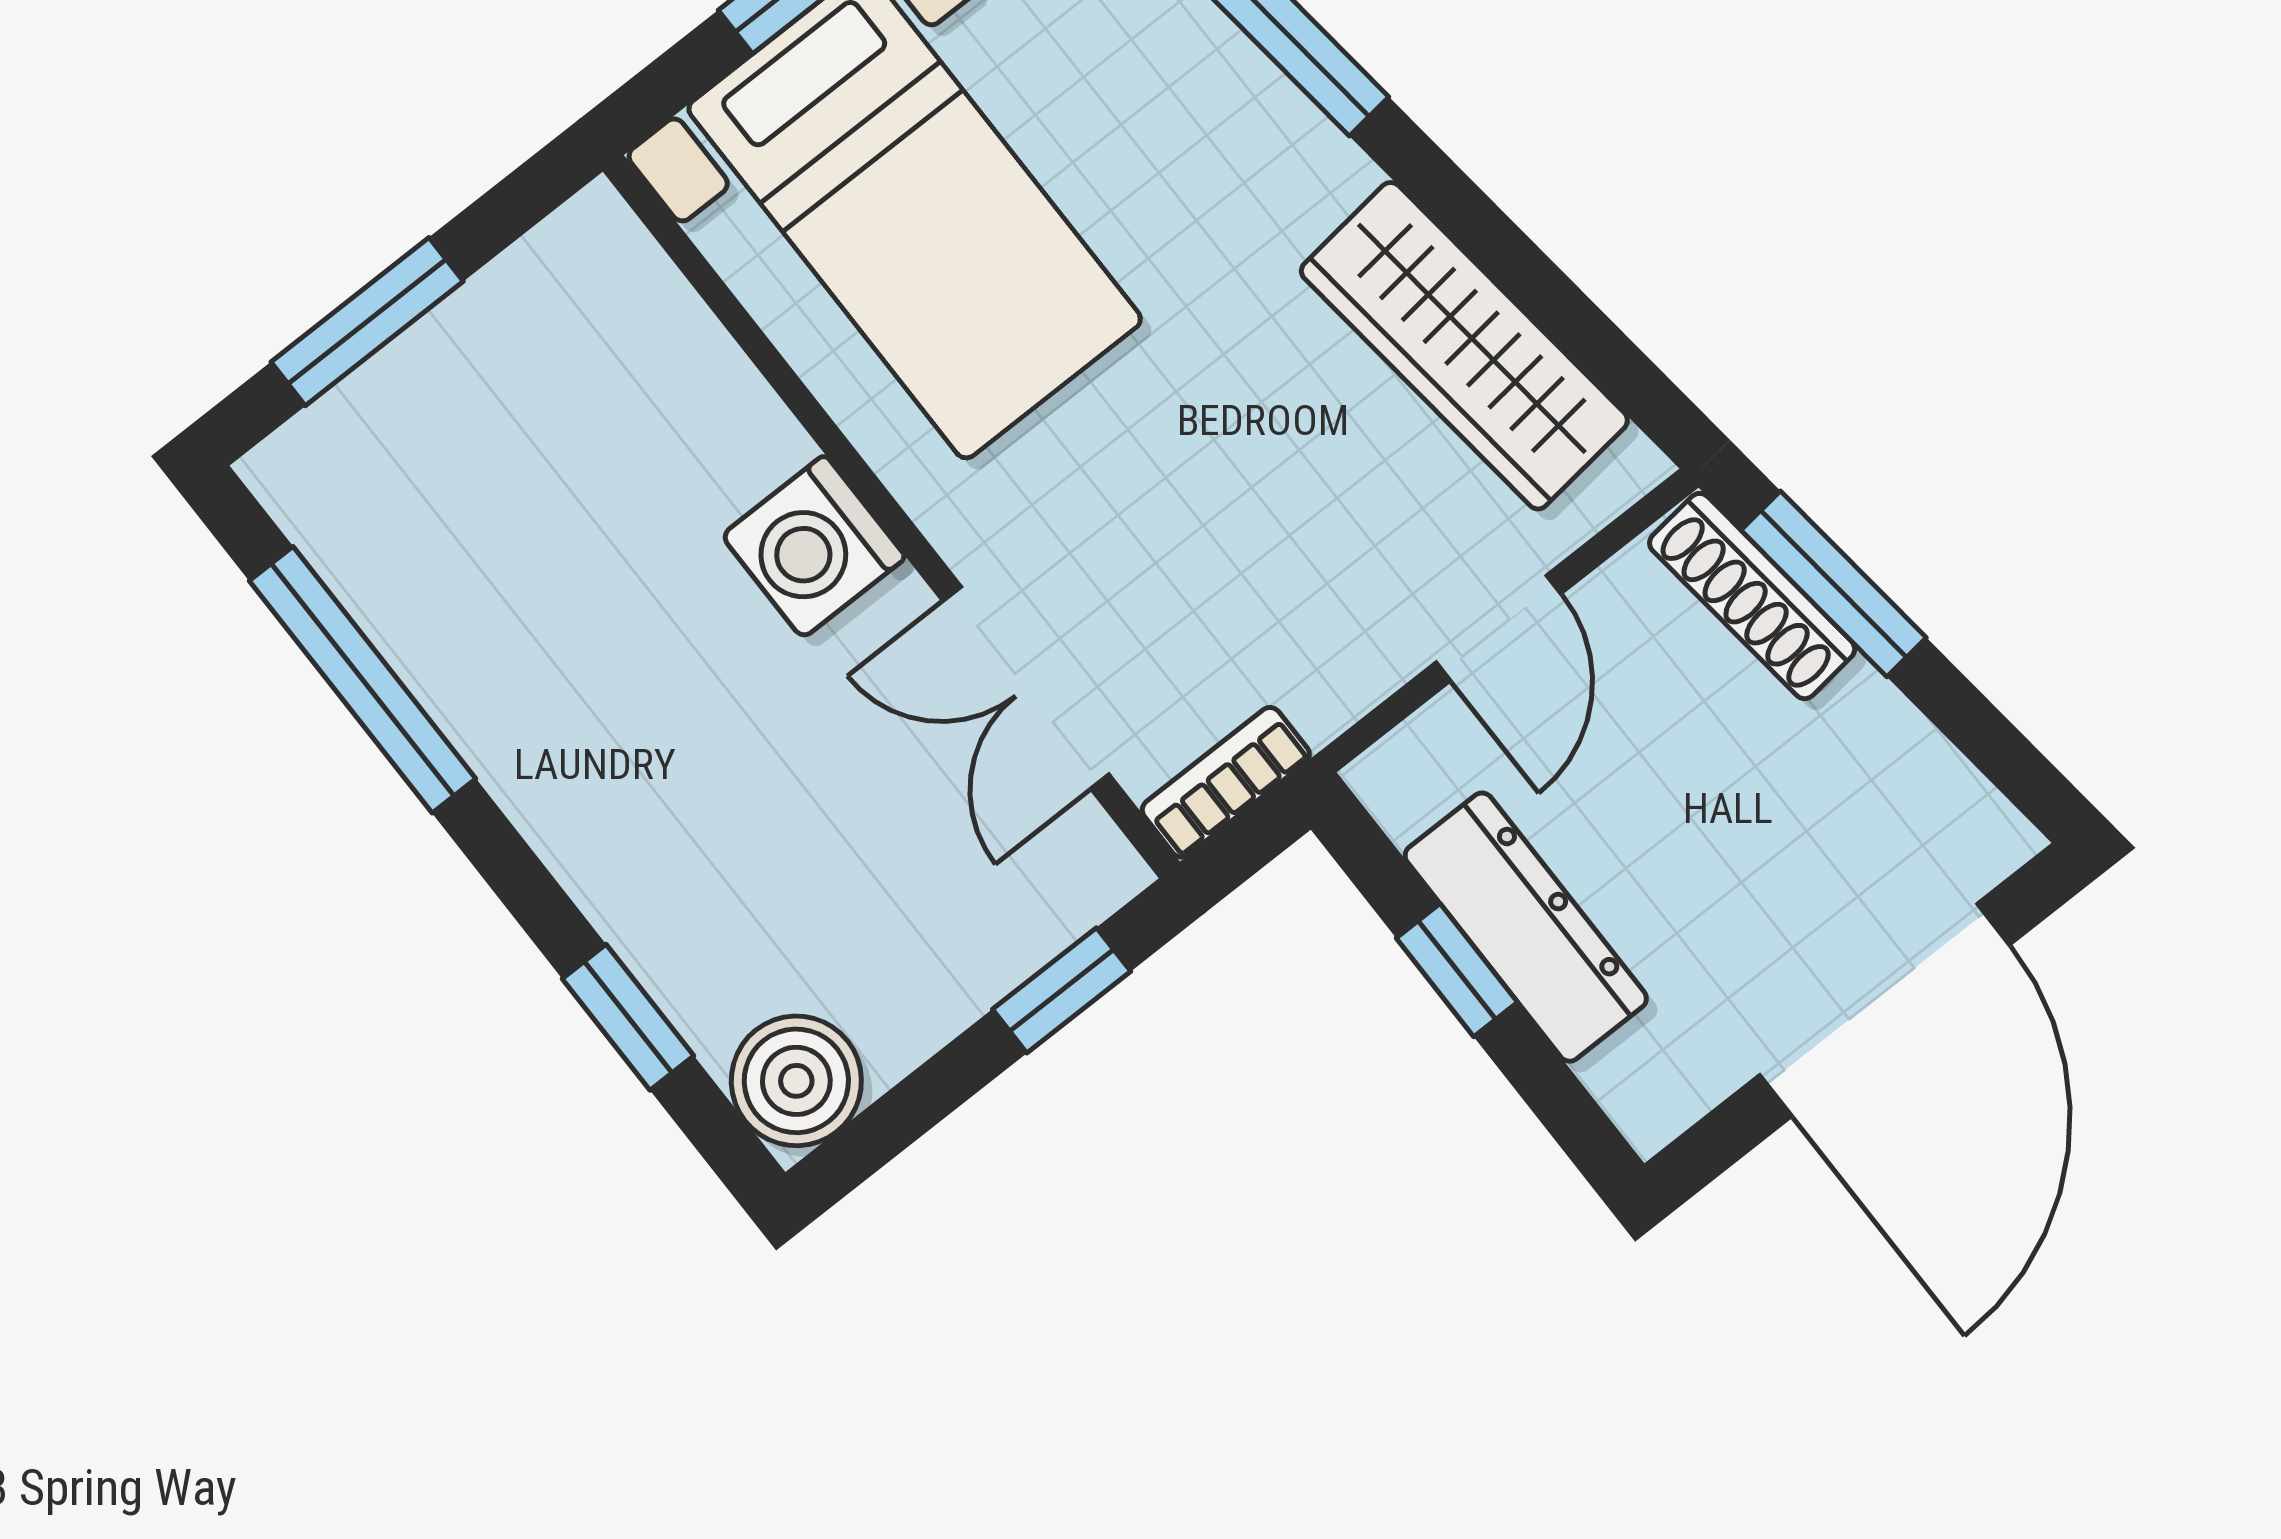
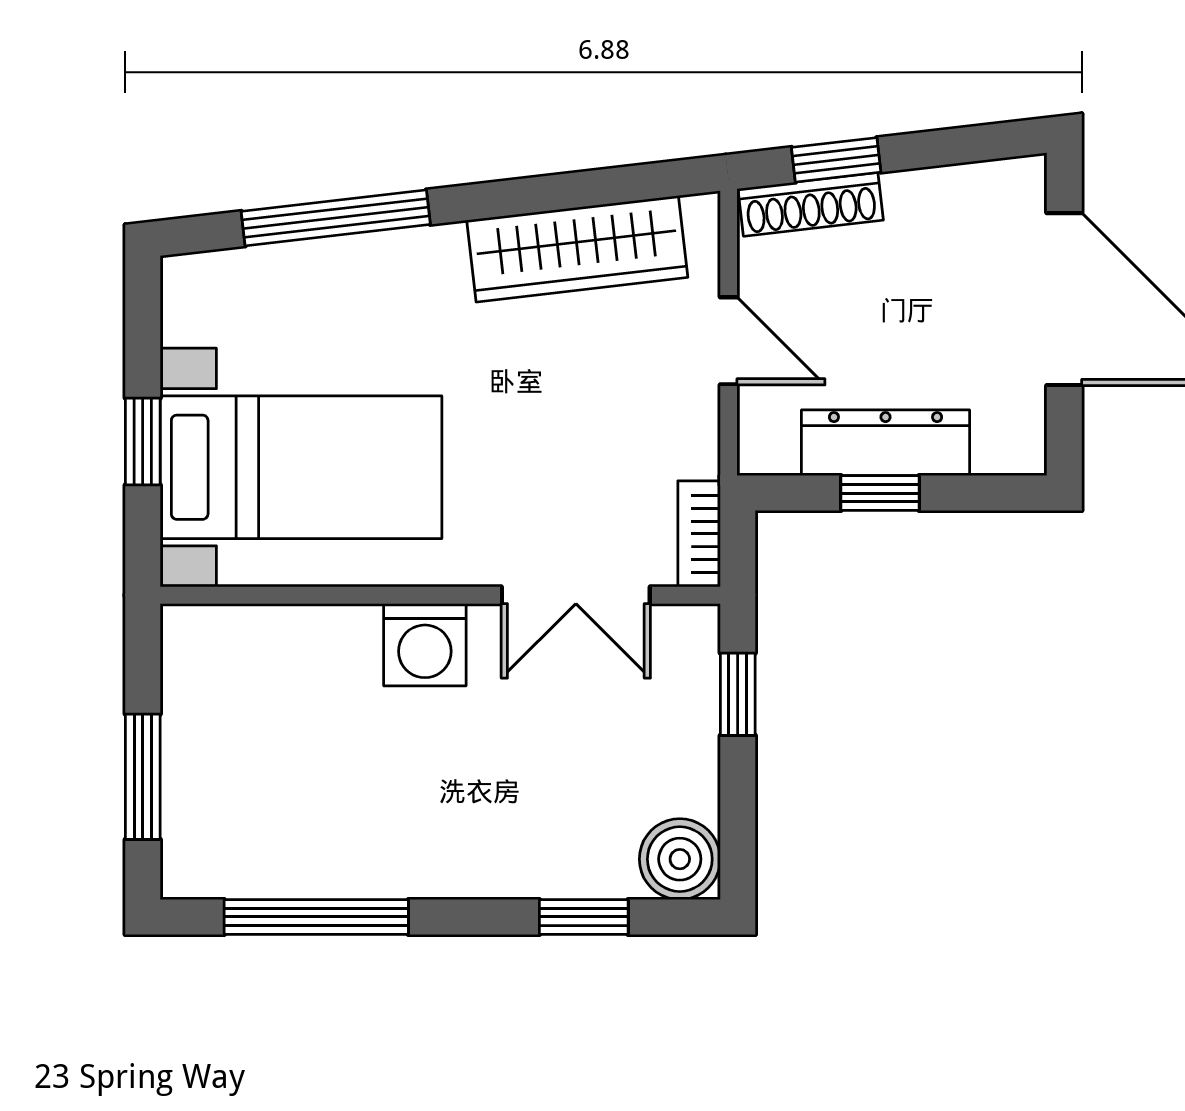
window: (1834, 584) -> (836, 160), width x0.67

